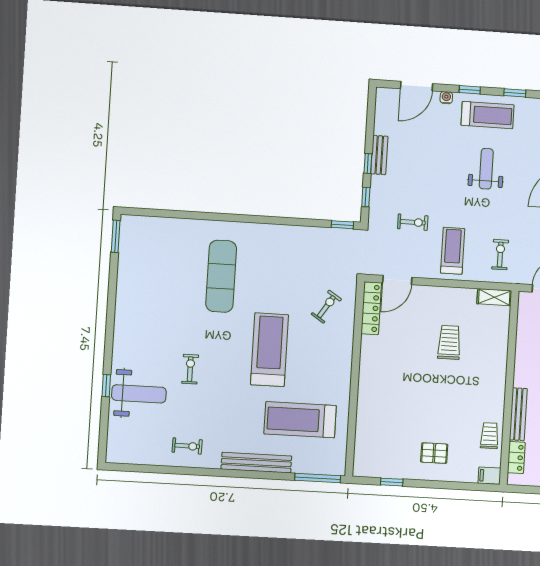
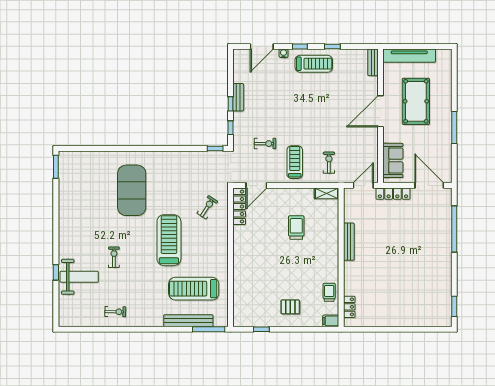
weight bench: (486, 169) -> (315, 102), removed
exercise mat: (221, 276) -> (132, 190), width x1.47
bench: (518, 414) -> (349, 242), moved
bench: (256, 463) -> (188, 321), moved

